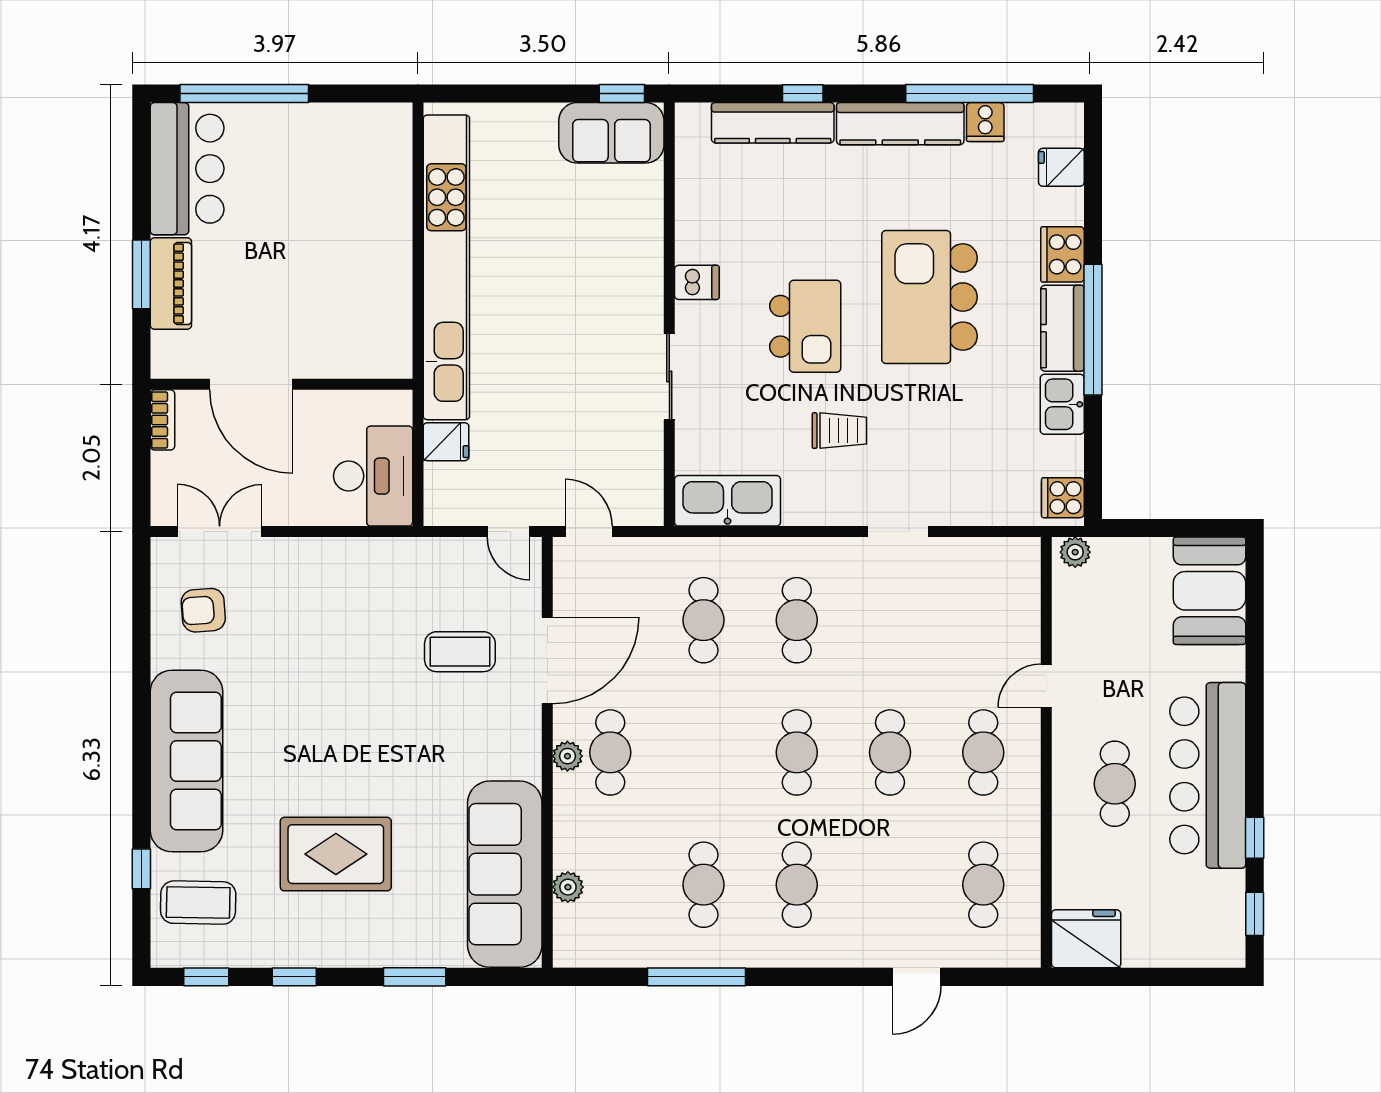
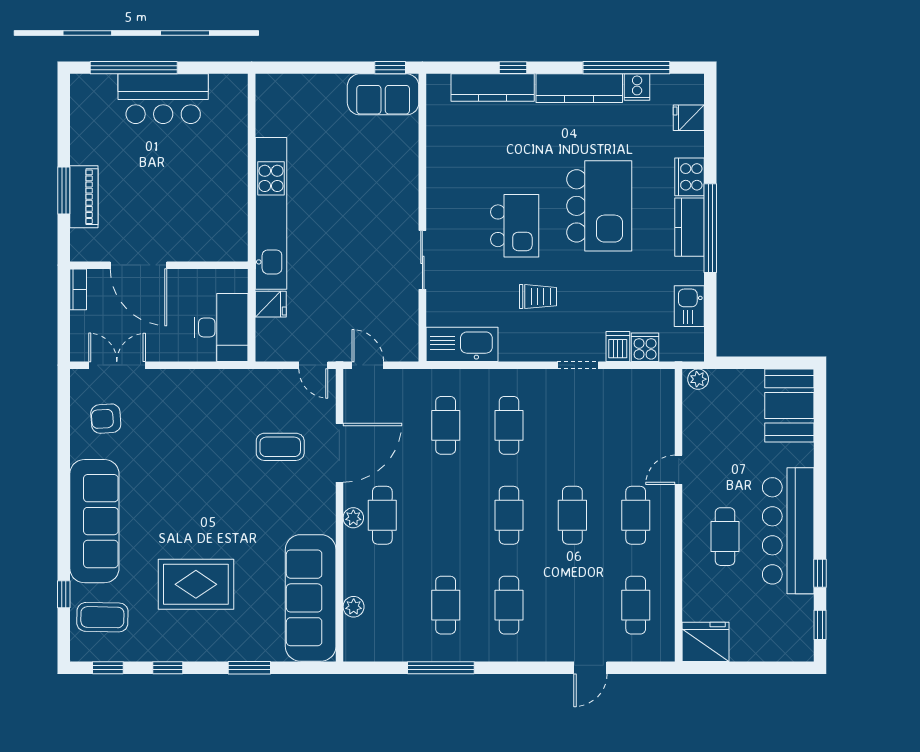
bar counter: (187, 169) -> (163, 99), moved, turned 90
kitchen unit: (446, 267) -> (271, 213), width x0.73
dishwasher: (697, 282) -> (618, 346), moved, turned -90
kitchen island: (930, 297) -> (599, 206), turned 180
kitchen sink: (1062, 404) -> (689, 306), moved
cooker: (1063, 498) -> (645, 347), moved, turned 90

